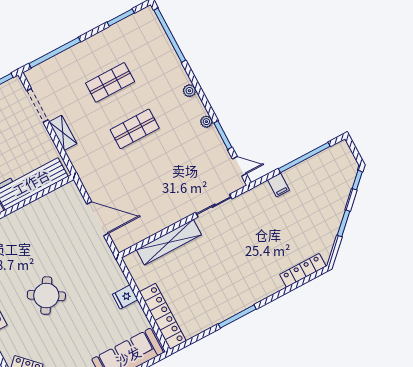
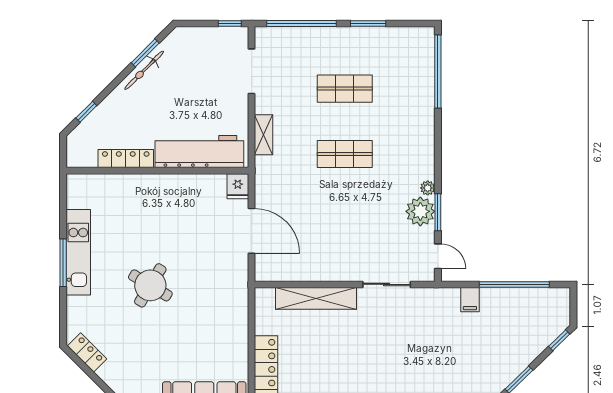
window: (121, 18) -> (368, 24), moved
plant: (189, 91) -> (420, 211), moved, width x1.87, depth x1.87
shelving: (63, 133) -> (264, 135), moved
fridge: (125, 297) -> (238, 186), moved, turned -90

